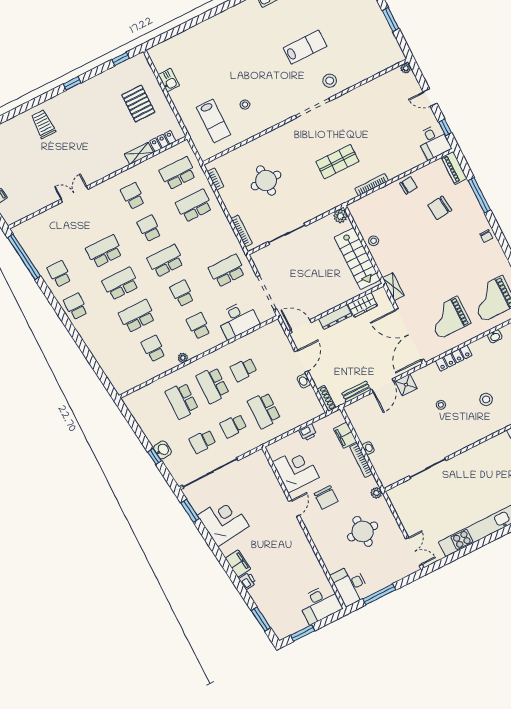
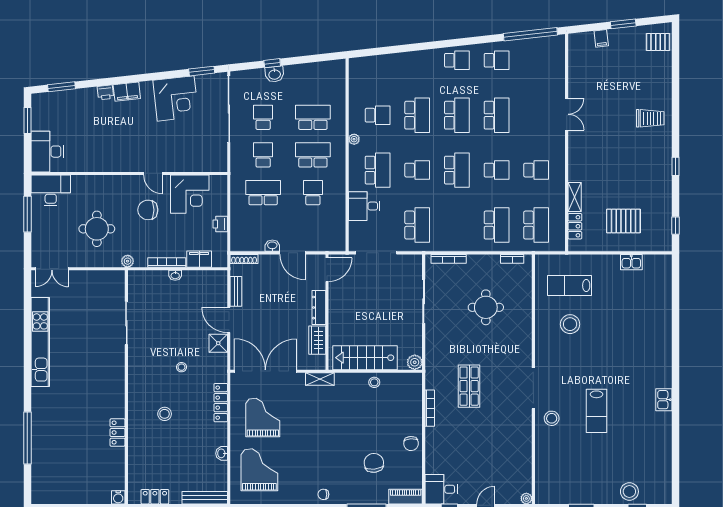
stool: (245, 105) -> (570, 324), width x1.89, depth x1.89
desk: (238, 320) -> (364, 206), width x0.73
school desk: (198, 326) -> (378, 170), width x1.85

